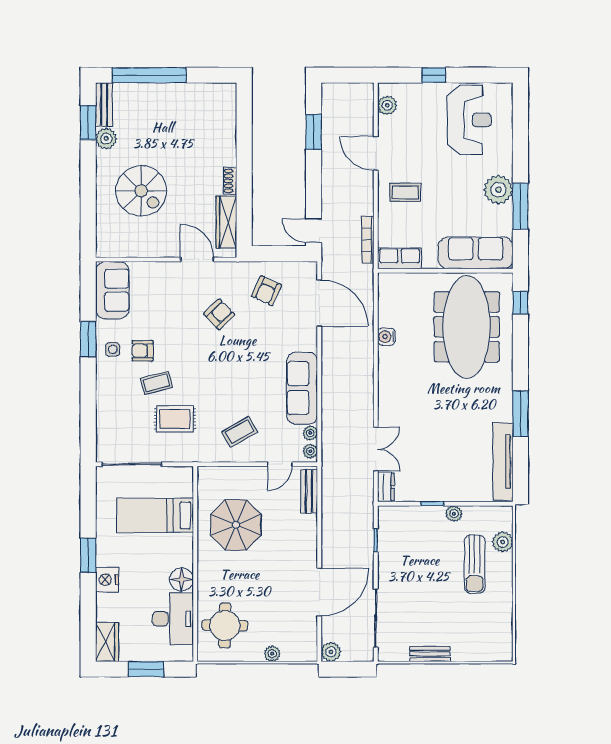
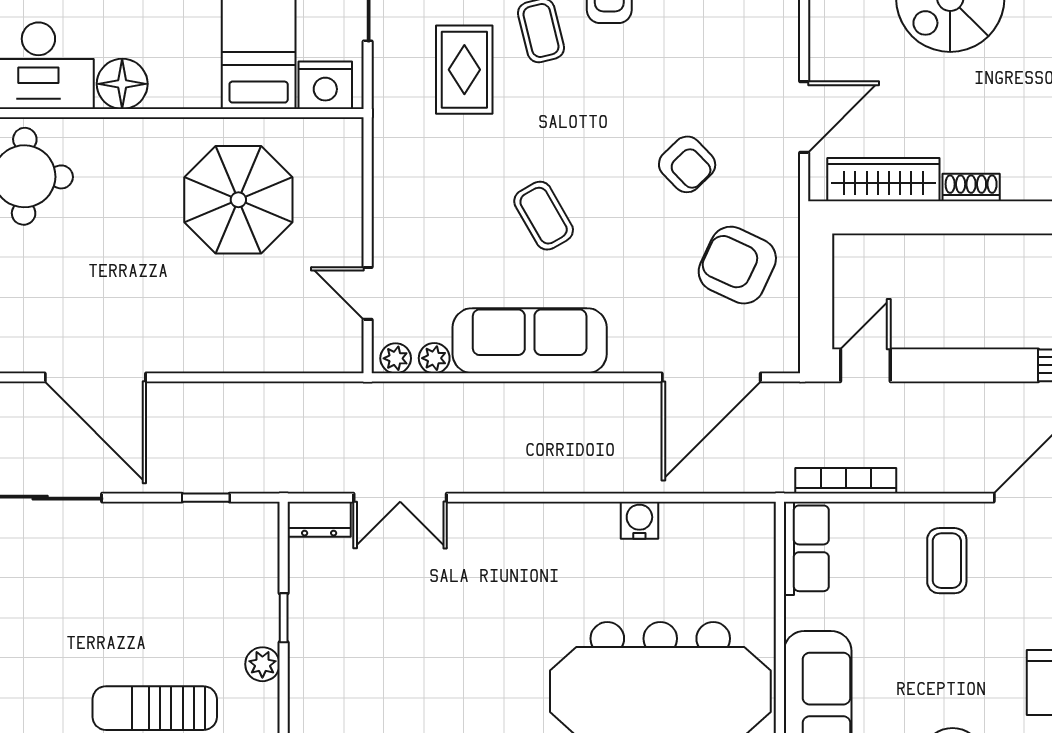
armchair: (267, 291) -> (737, 265), width x1.38, depth x1.38
coffee table: (239, 432) -> (544, 216), moved
nightstand: (182, 484) -> (325, 85), added
bench: (309, 492) -> (310, 356), removed

